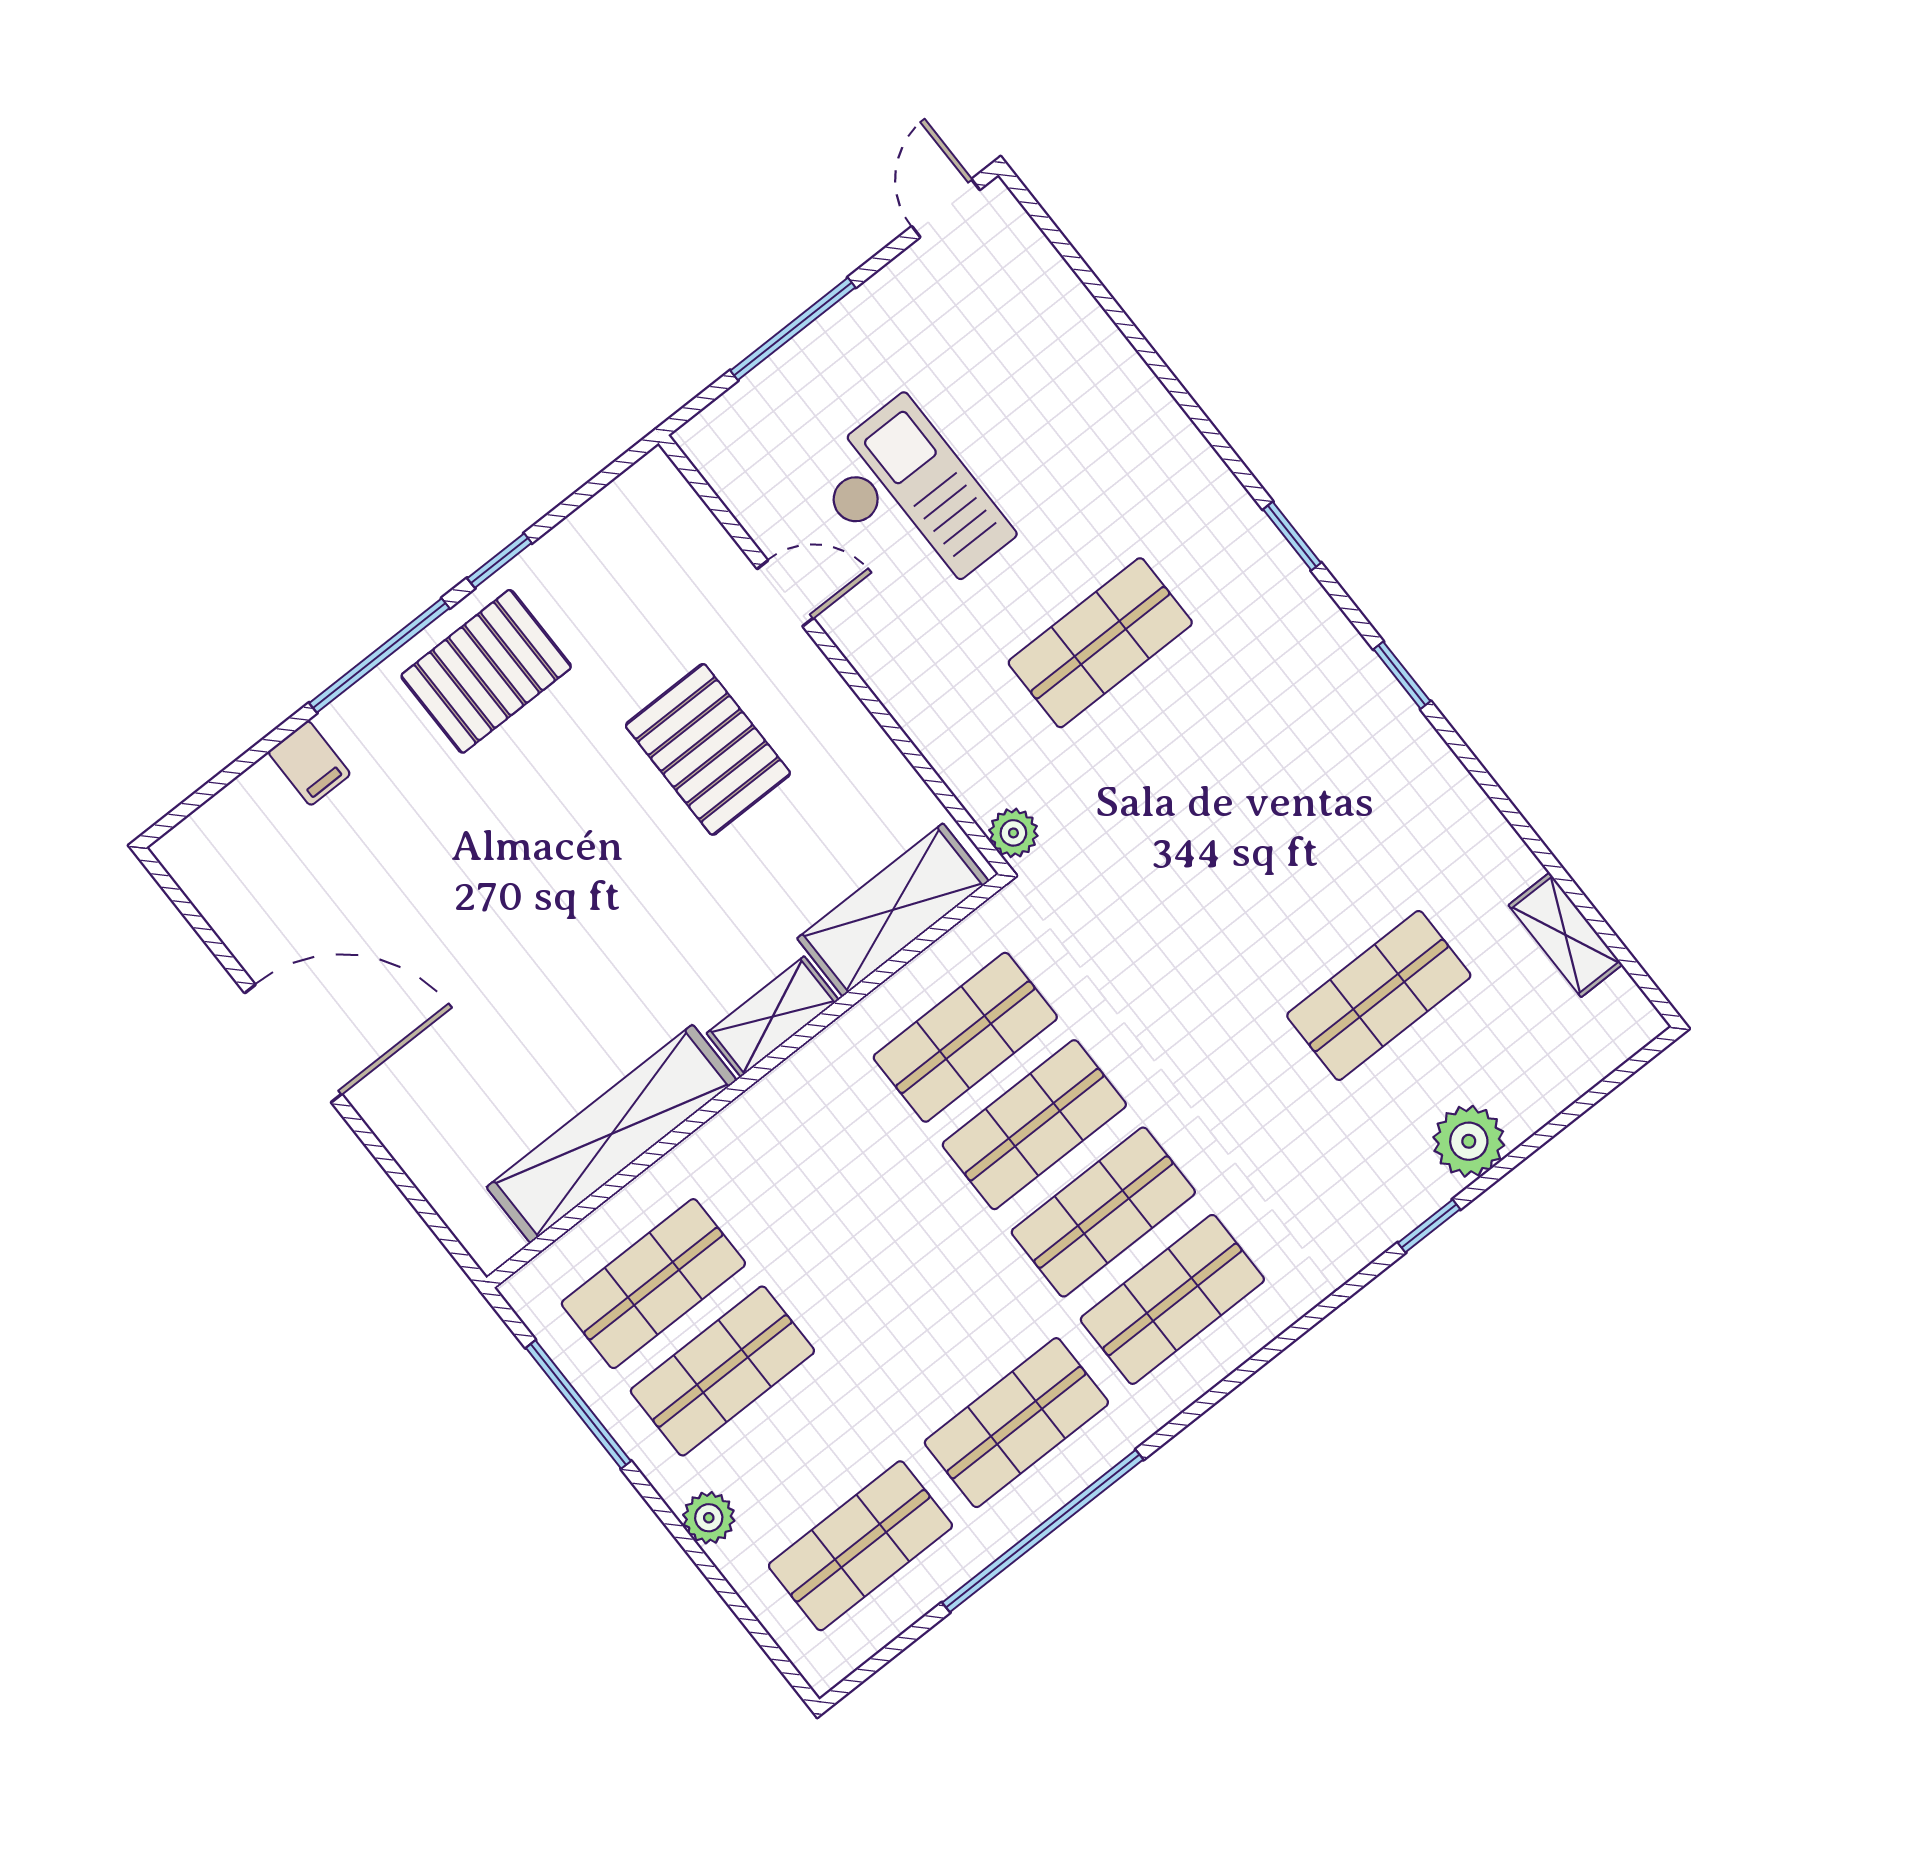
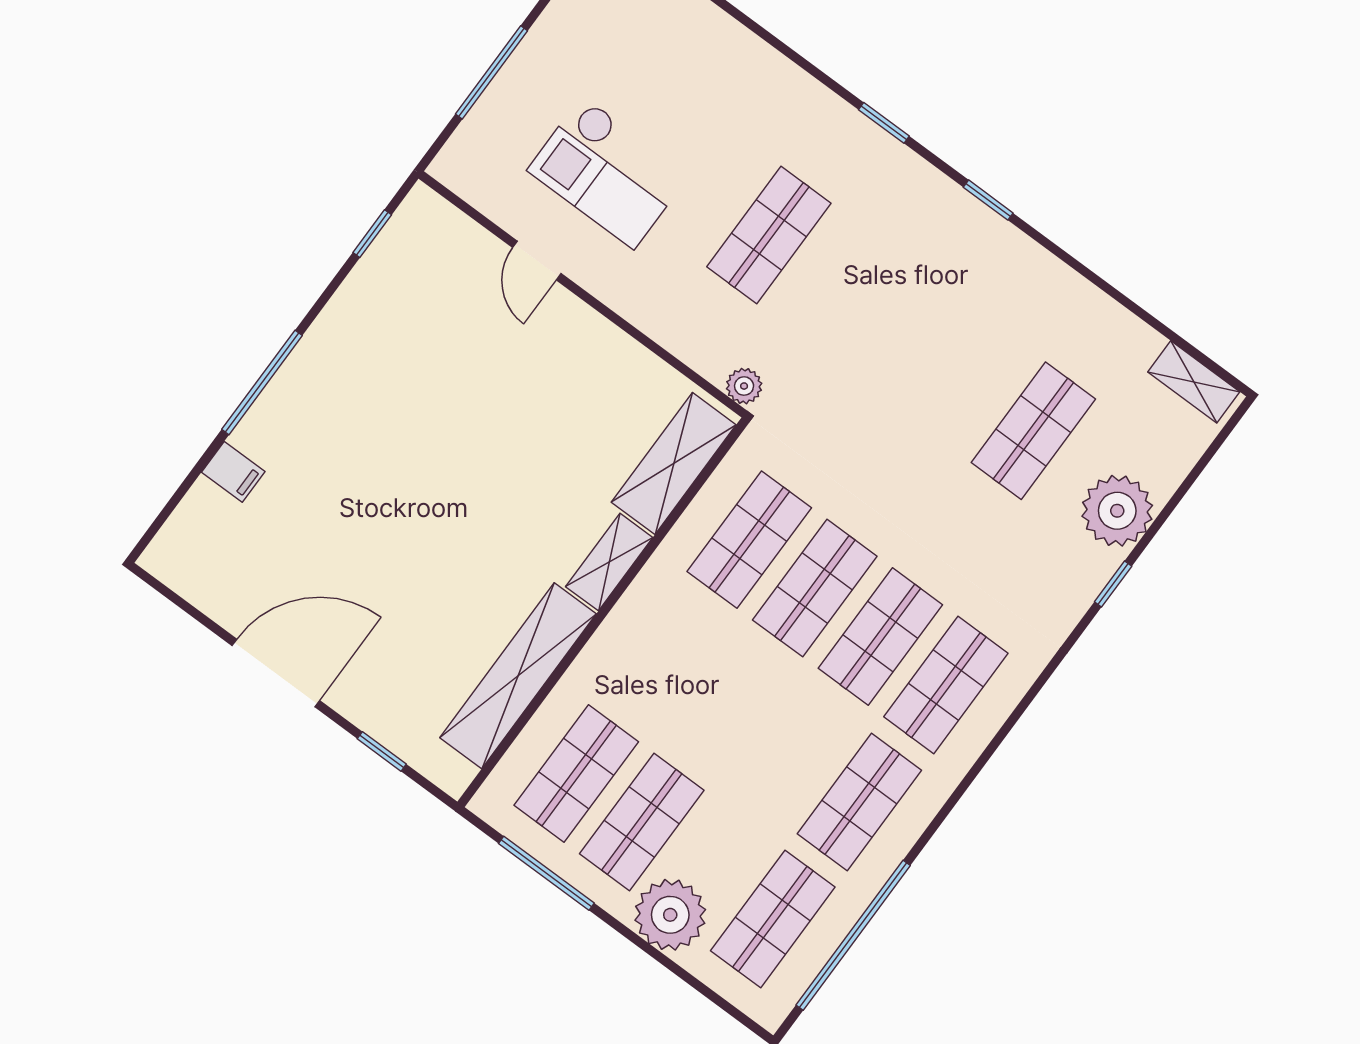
checkout: (911, 503) -> (608, 172), turned 180
window: (499, 561) -> (372, 234), moved
door: (785, 593) -> (537, 261), swing flipped
pallet: (486, 671) -> (341, 373), removed
pallet: (708, 749) -> (512, 386), removed
shelving: (1565, 935) -> (1194, 382), moved
plant: (1469, 1141) -> (1117, 511), width x1.36, depth x1.36
window: (405, 1185) -> (382, 751), added
plant: (709, 1518) -> (670, 915), width x1.88, depth x1.88
window: (1043, 1531) -> (853, 935), moved

